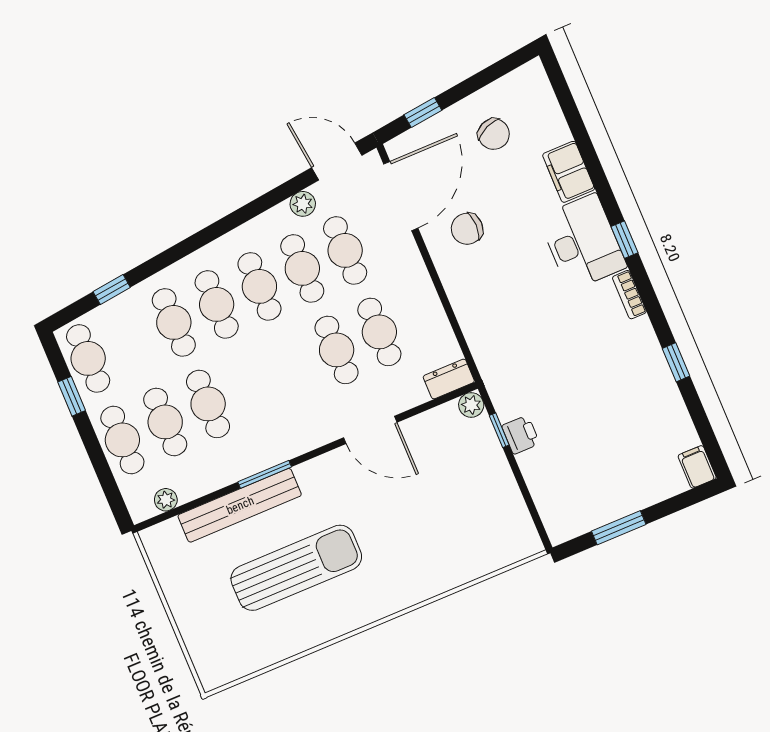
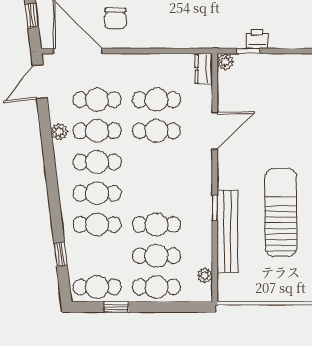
plant: (303, 204) -> (59, 132), moved
window: (265, 474) -> (215, 208), width x0.67

